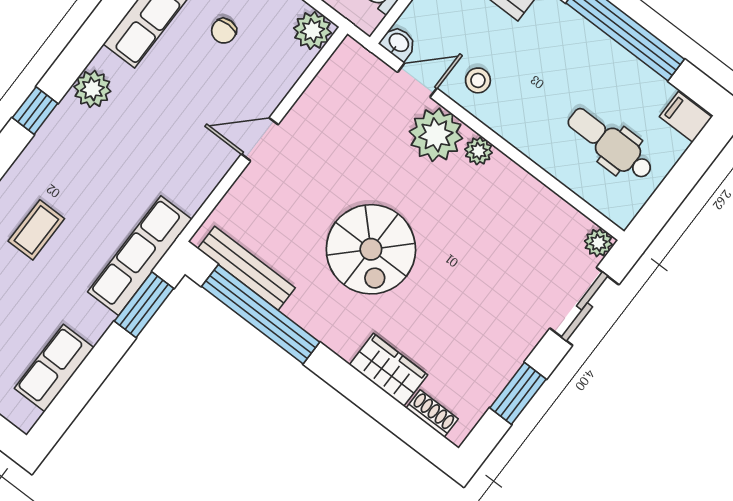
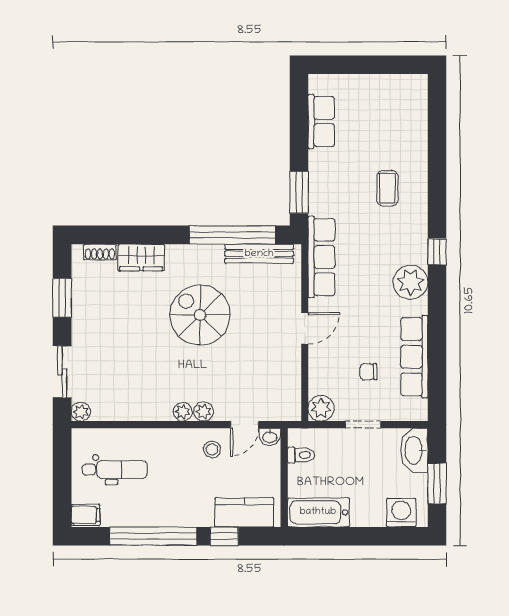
chair: (224, 31) -> (369, 372), turned -91
plant: (92, 89) -> (411, 282), width x1.36, depth x1.36
plant: (436, 135) -> (204, 411), width x0.53, depth x0.53
row of seats: (140, 256) -> (321, 257), moved

